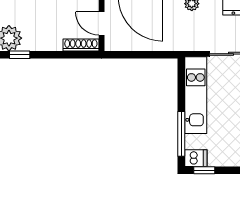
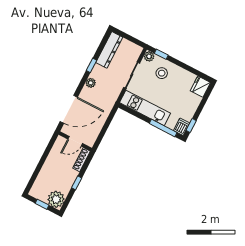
window: (20, 55) -> (77, 183), moved

